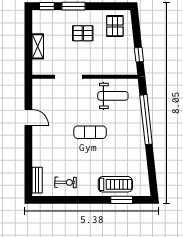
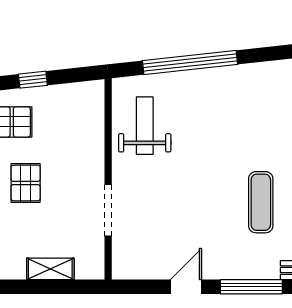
window: (139, 55) -> (33, 80), moved
exercise mat: (90, 132) -> (261, 202), moved
window: (28, 152) -> (251, 287), added

